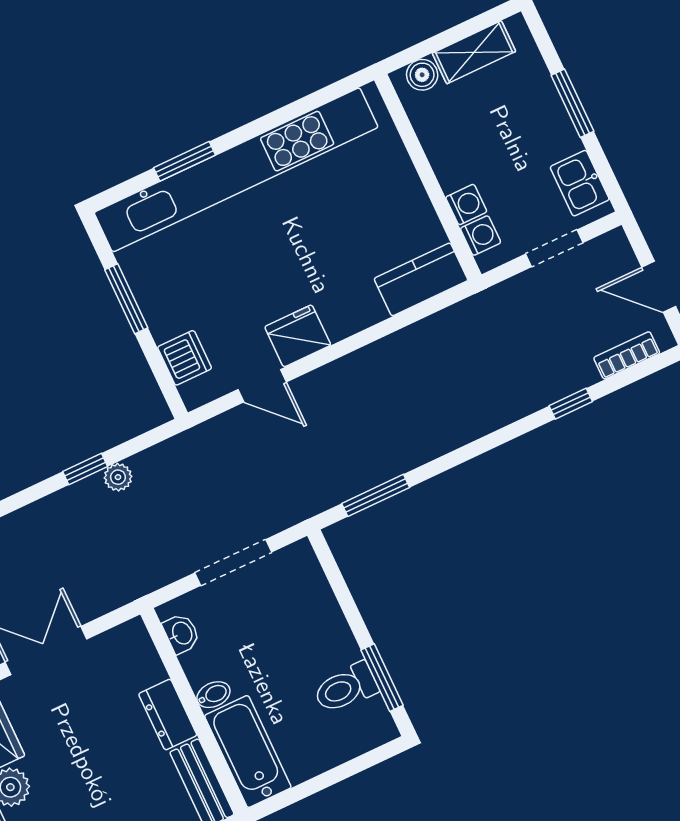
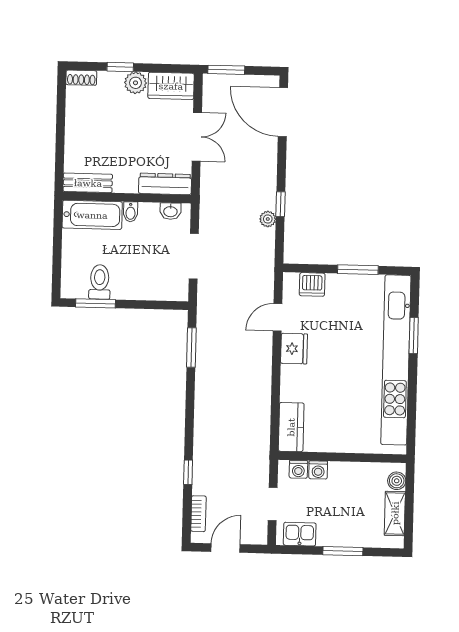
dresser: (168, 715) -> (165, 184), moved, width x1.44

